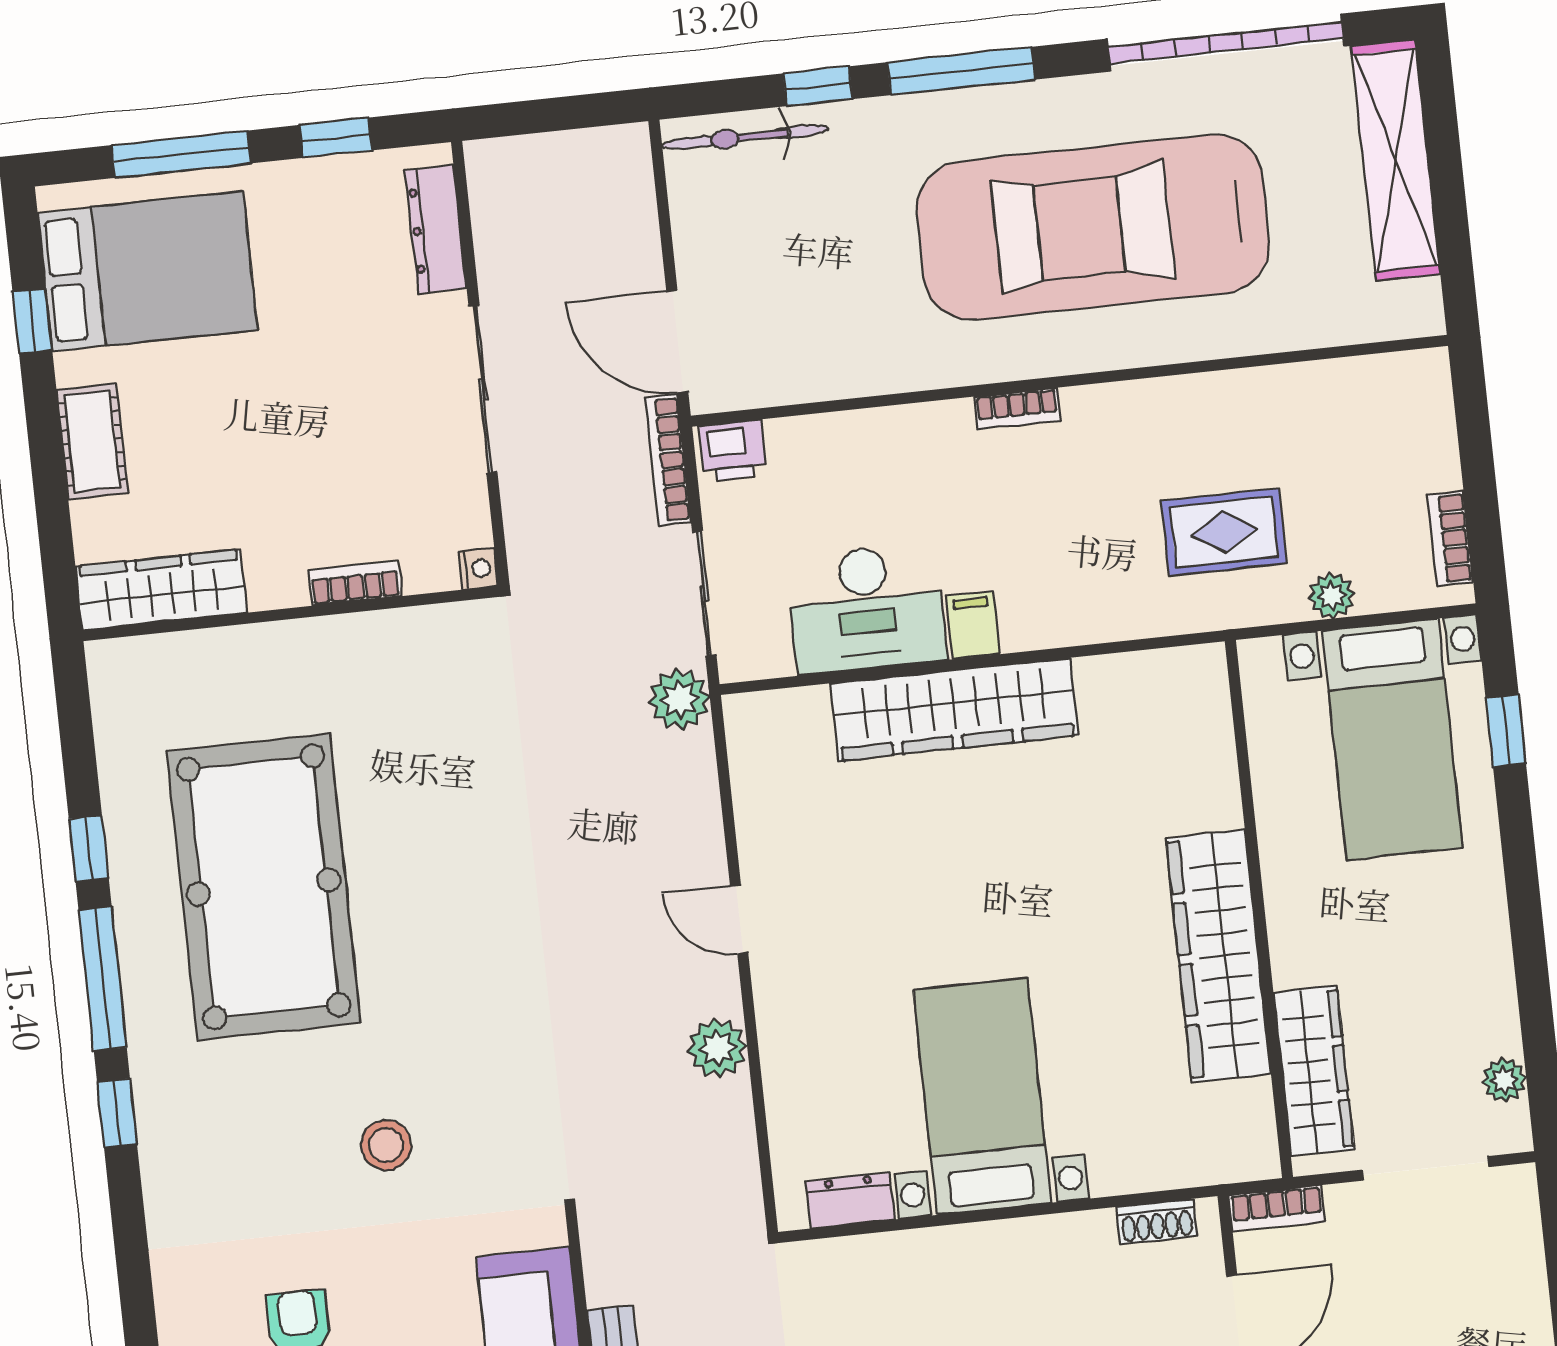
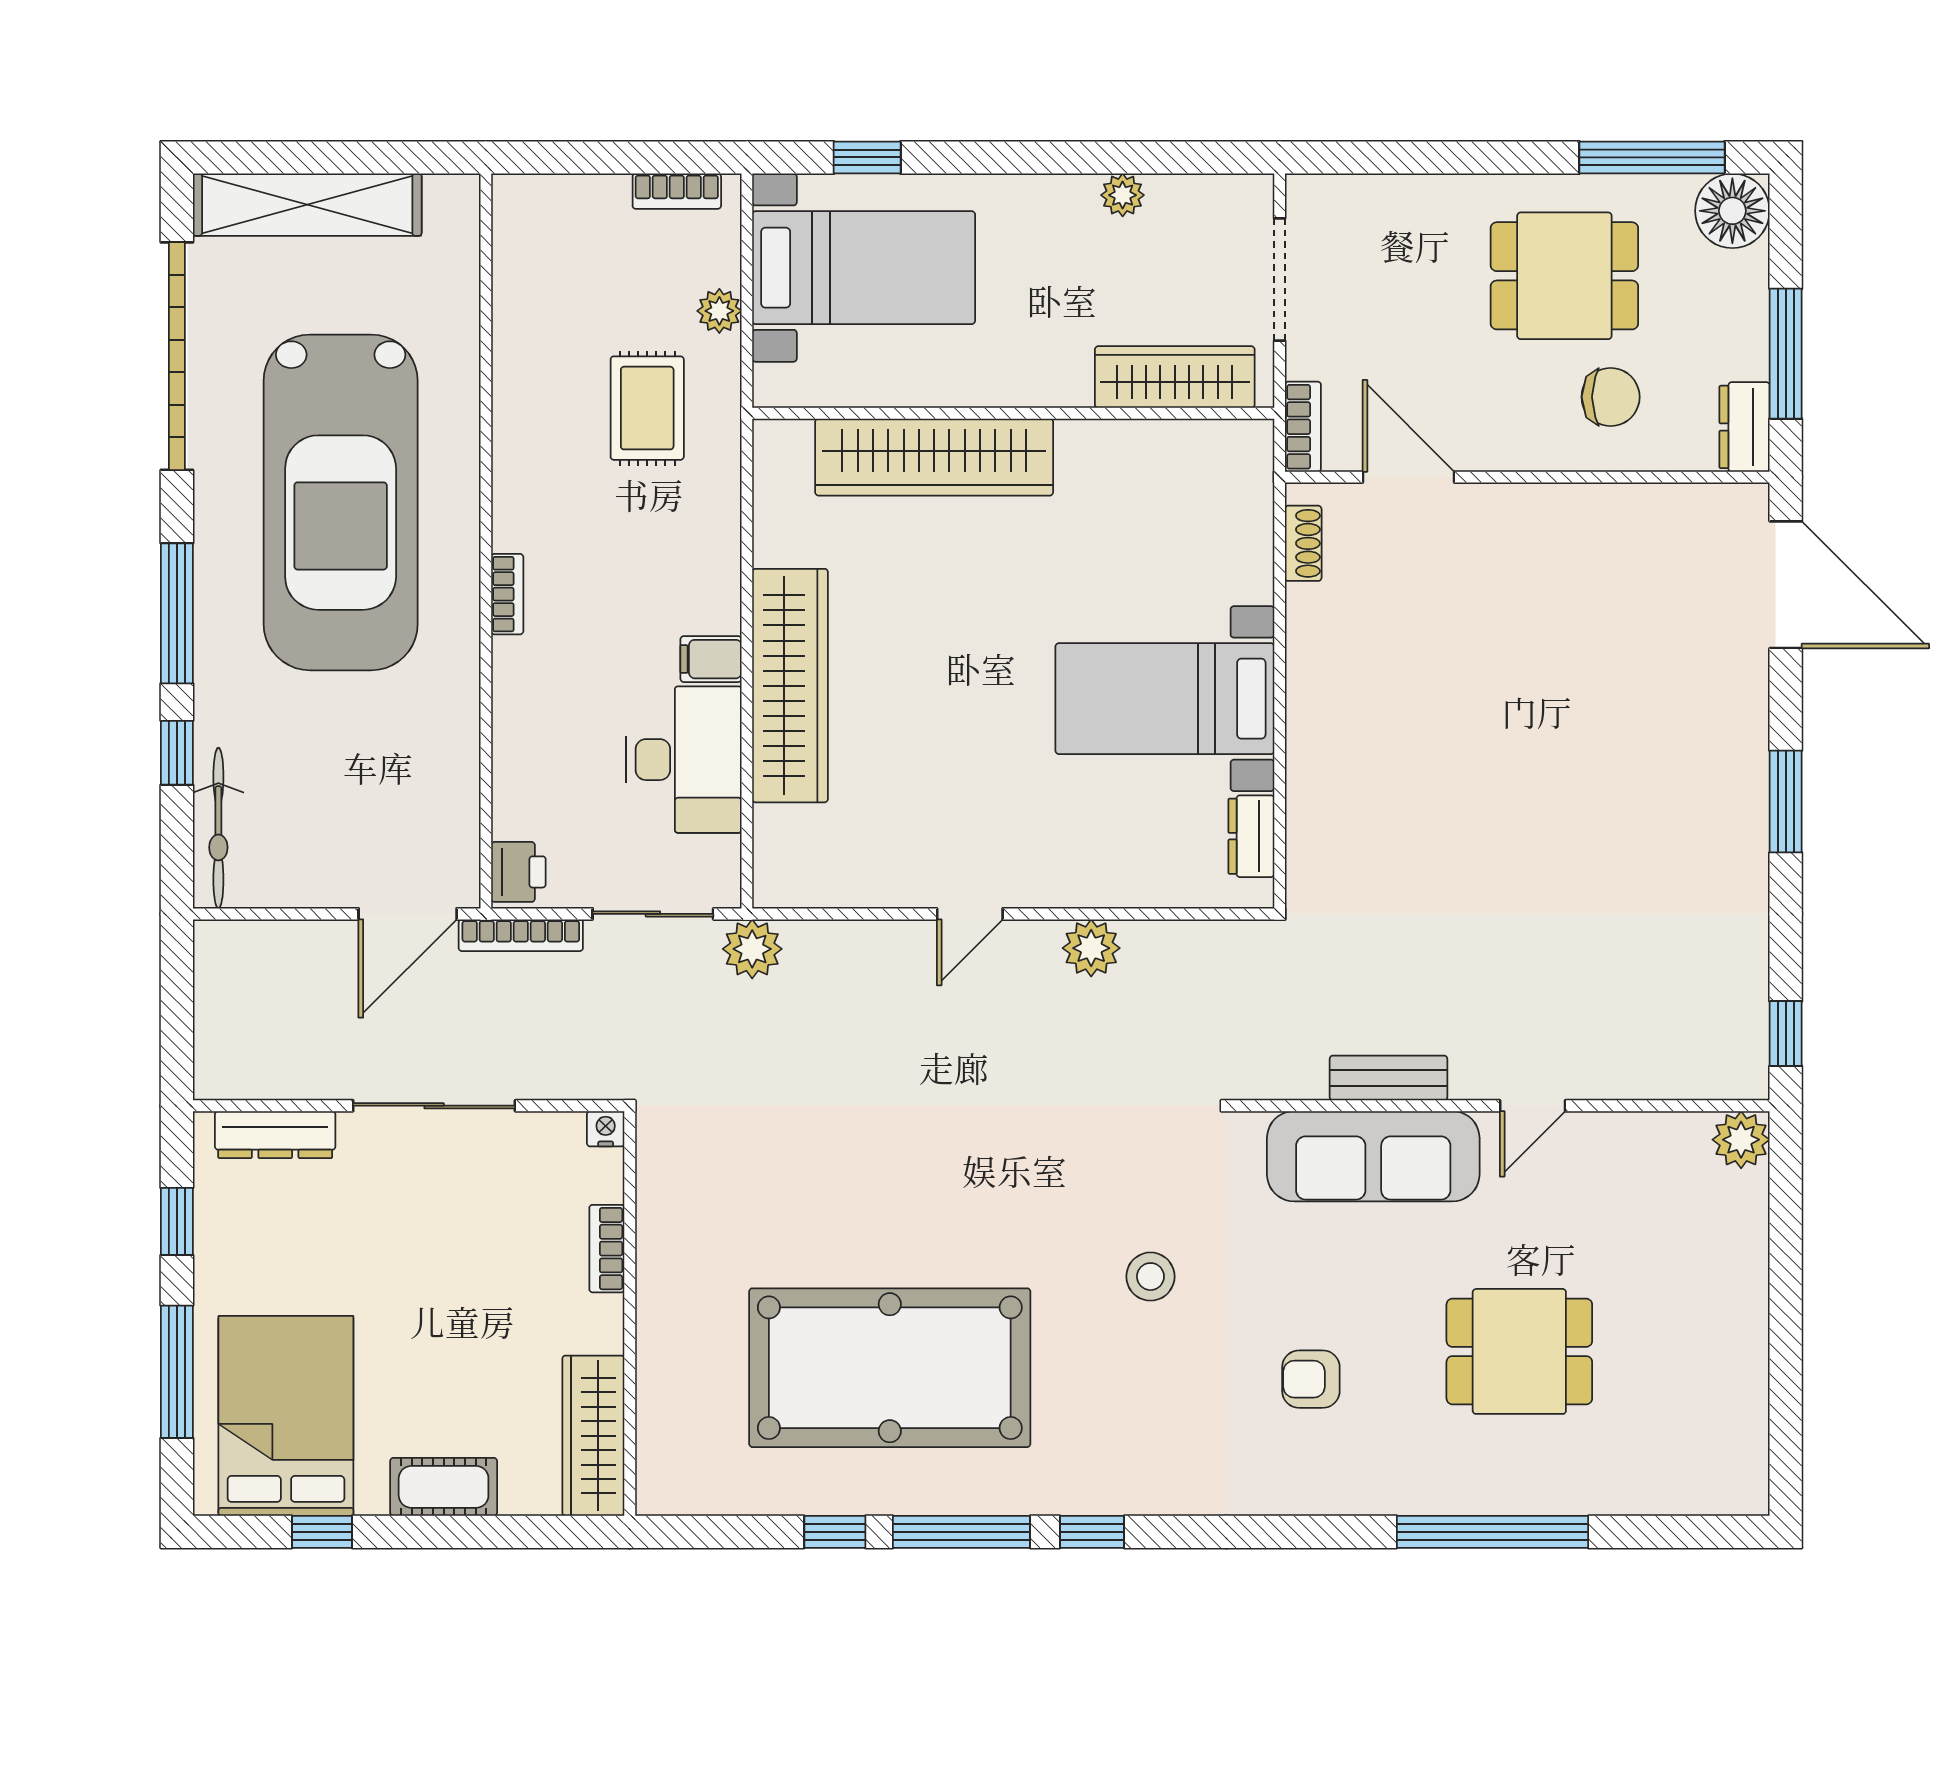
wardrobe: (1218, 956) -> (934, 457), moved
plant: (1504, 1080) -> (1123, 195), moved

